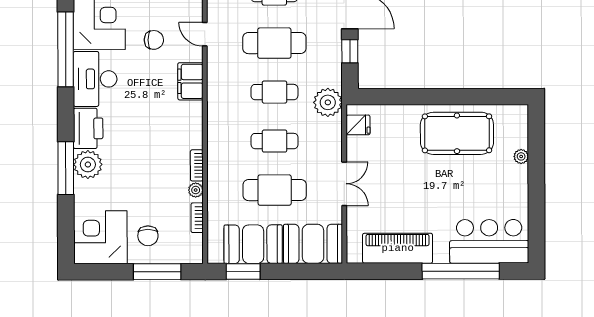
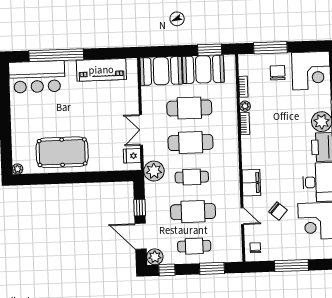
chair: (154, 40) -> (278, 211), turned -139
cafe table: (275, 141) -> (191, 143), width x1.37, depth x1.35
plant: (521, 156) -> (17, 169), moved
double door: (344, 184) -> (141, 130), moved

